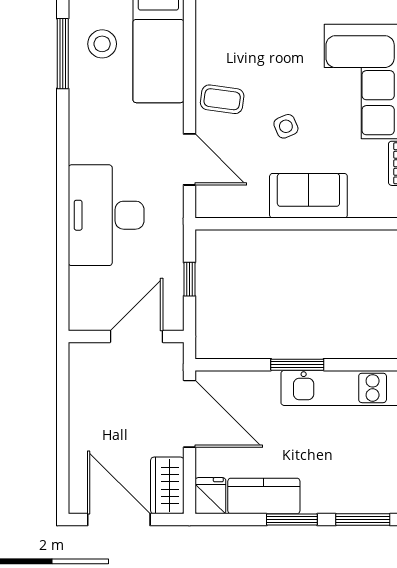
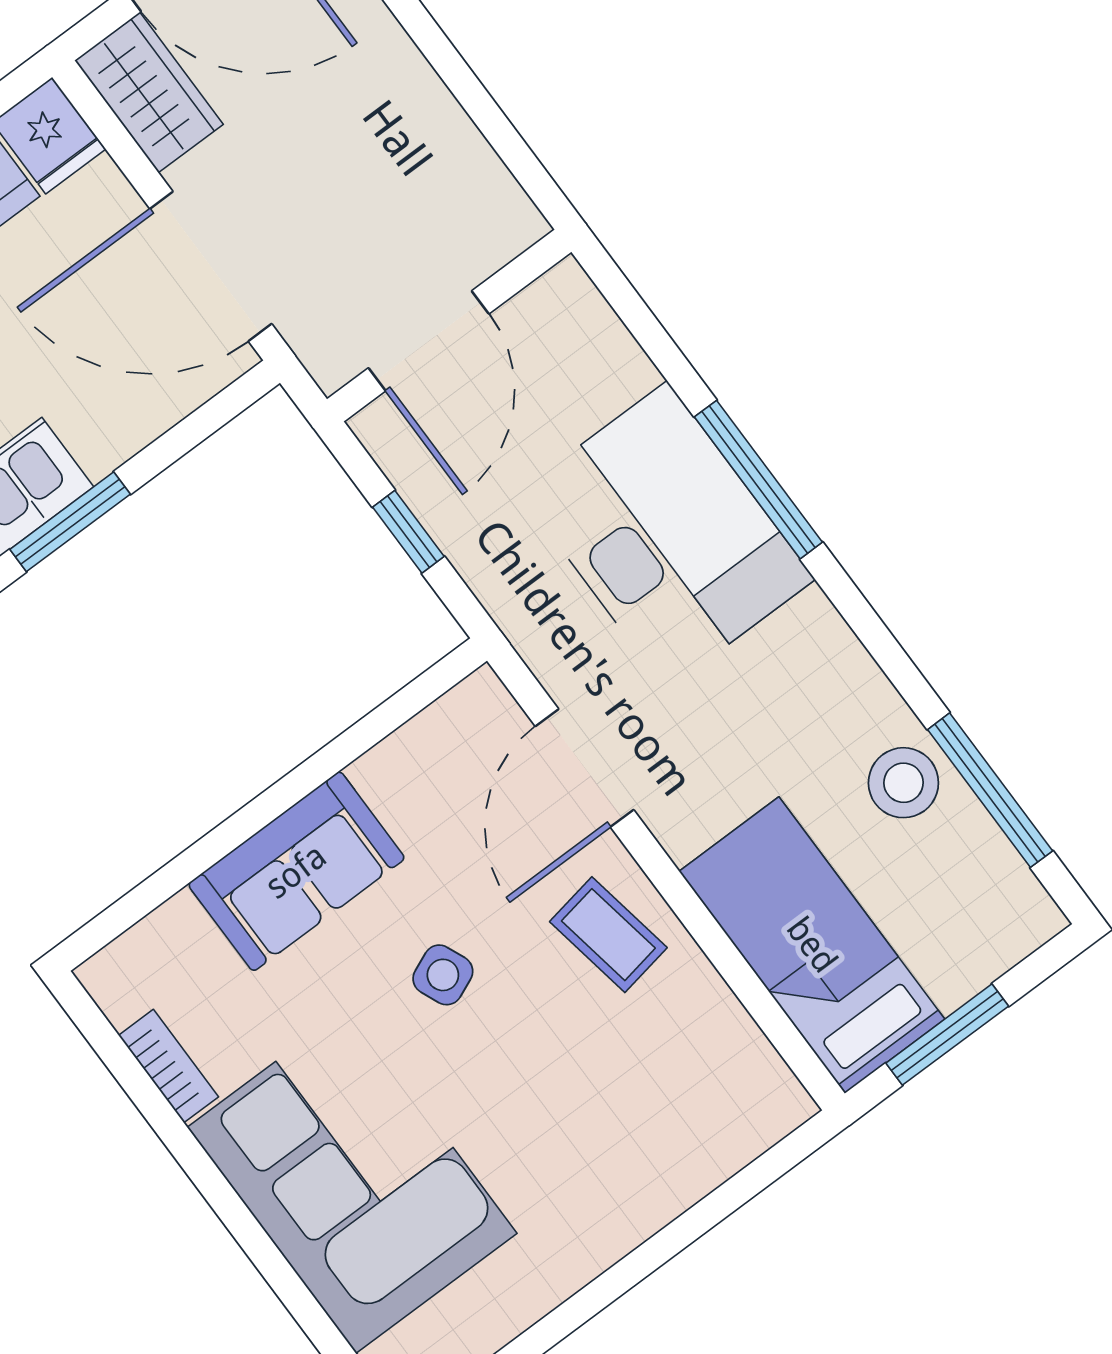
stool: (102, 44) -> (903, 783), moved
coffee table: (222, 99) -> (608, 935), turned 72
door: (189, 159) -> (585, 768), hinge flipped
window: (63, 211) -> (758, 480), added

